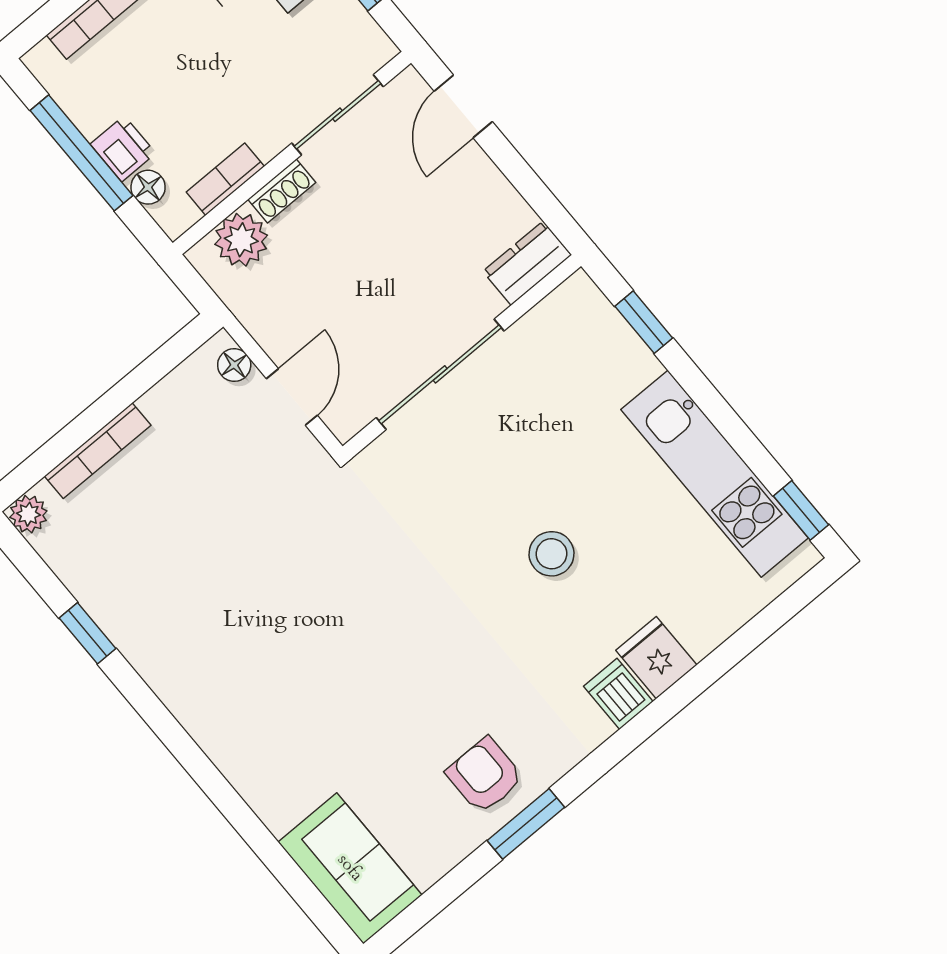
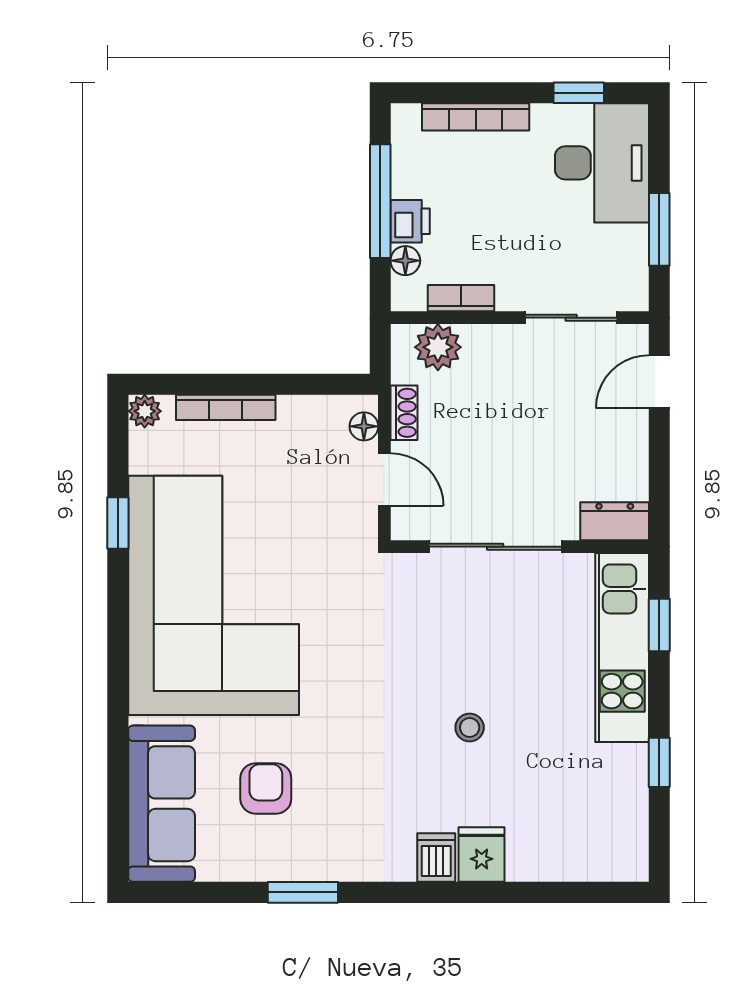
shoe rack: (282, 191) -> (404, 413), moved, turned -90
door: (292, 397) -> (384, 480), hinge flipped
kitchen unit: (715, 474) -> (622, 648), moved
window: (801, 510) -> (659, 762), moved
stool: (551, 554) -> (470, 728), width x0.73, depth x0.73
corner sofa: (226, 627) -> (214, 595), added
armchair: (485, 775) -> (266, 789), moved
sofa: (350, 868) -> (162, 804), width x1.36

